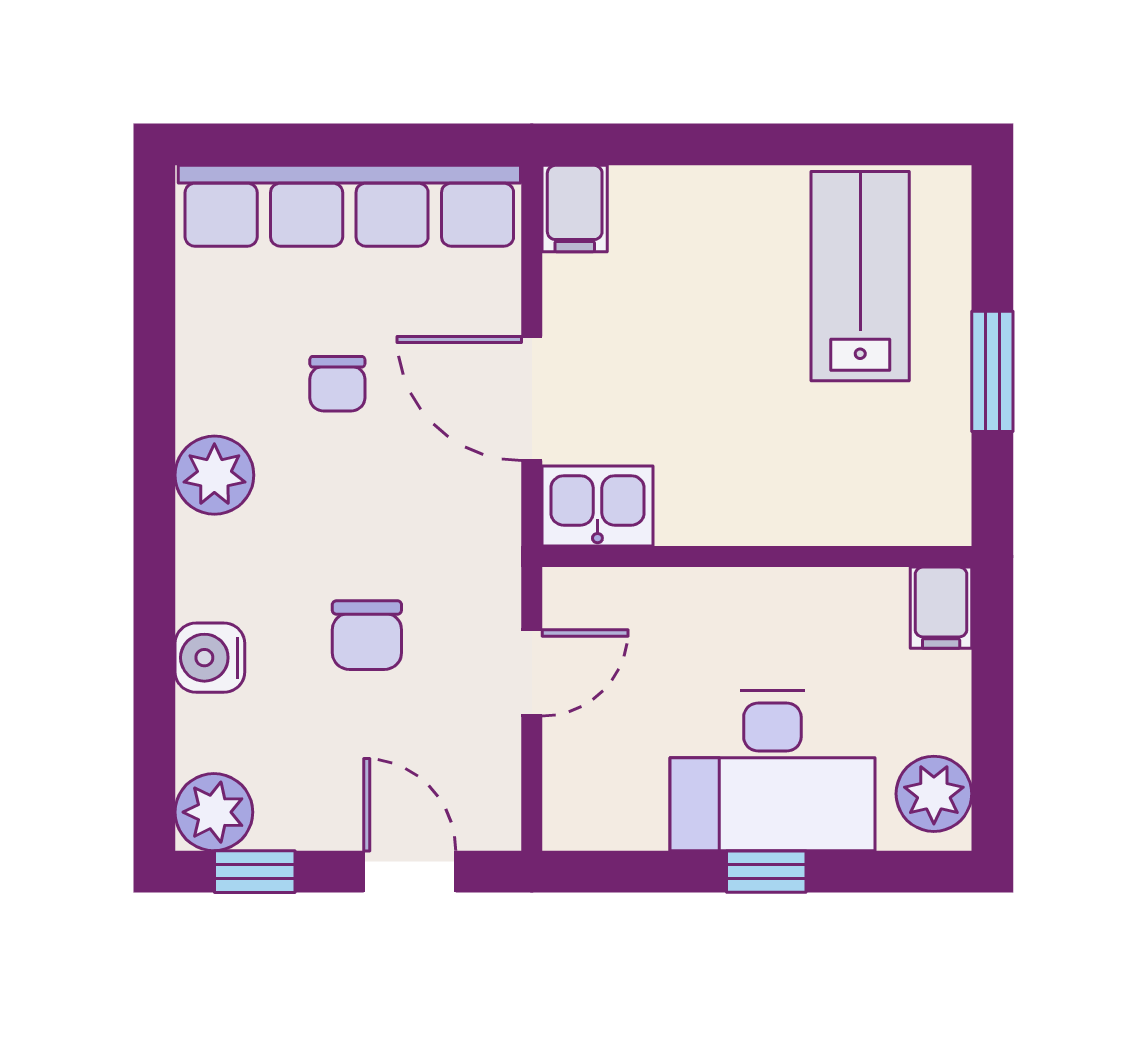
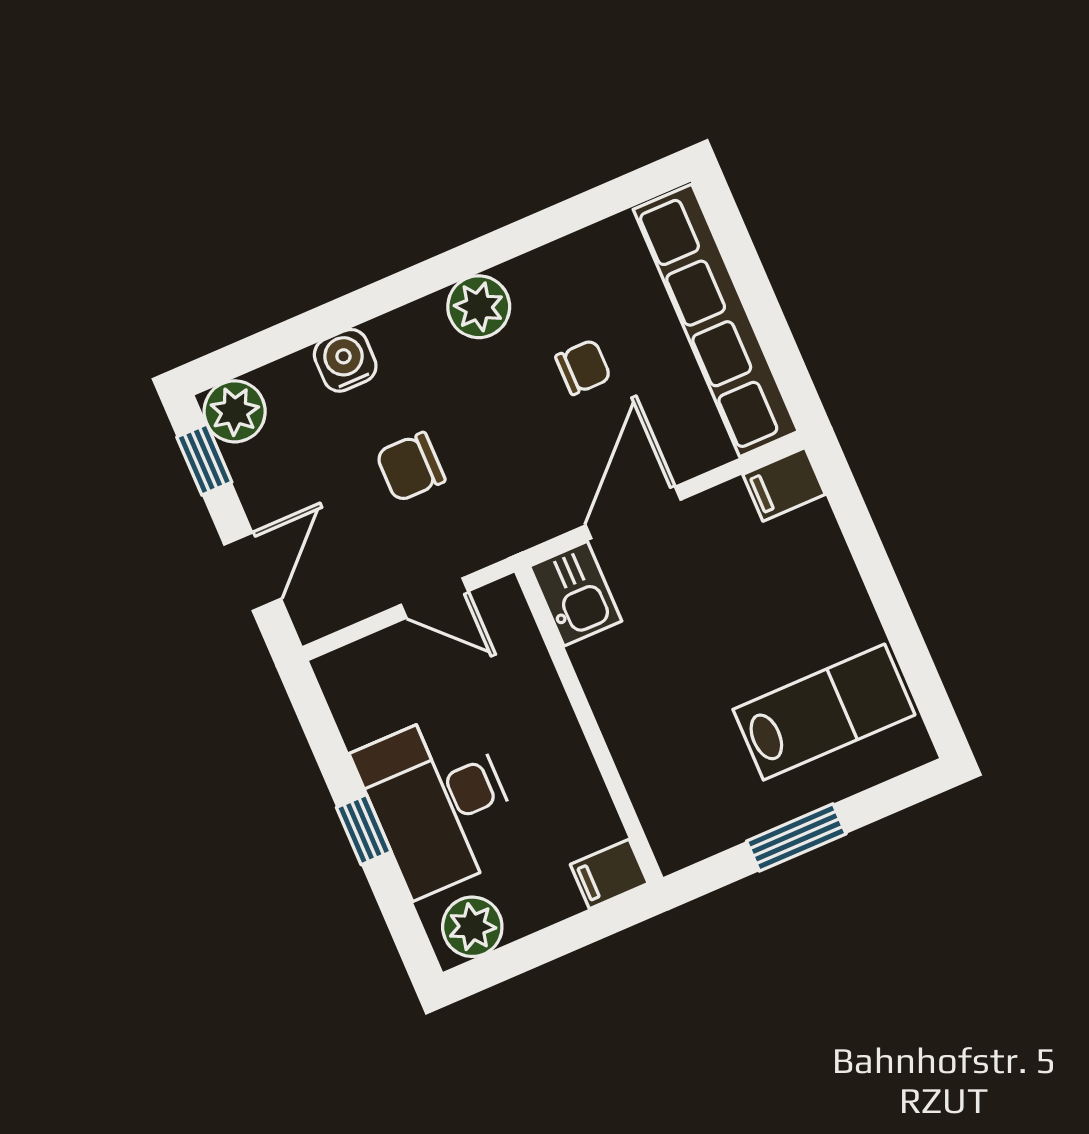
chair: (337, 384) -> (583, 367), turned 180

